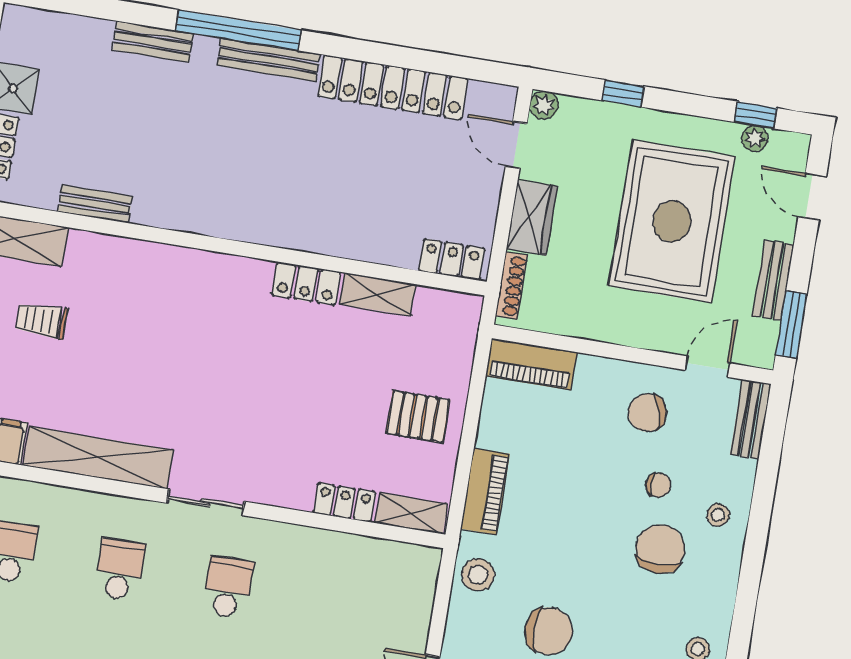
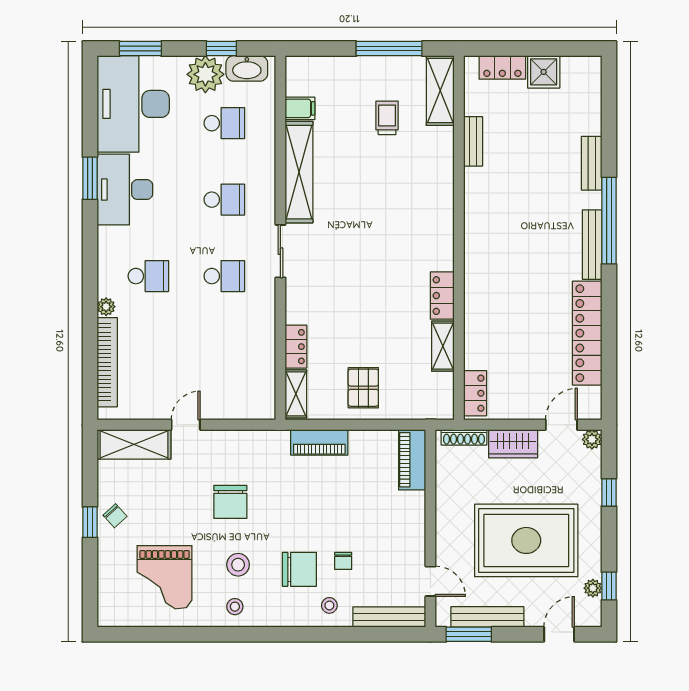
bench: (773, 280) -> (487, 617), width x1.36
chair: (647, 413) -> (392, 545), removed
bench: (751, 419) -> (389, 617), width x1.36
stool: (478, 575) -> (238, 565), moved

